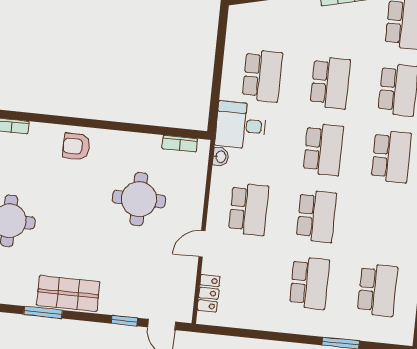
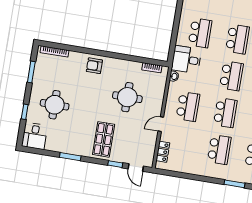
shop shelf: (68, 293) -> (104, 139), moved, turned 90

